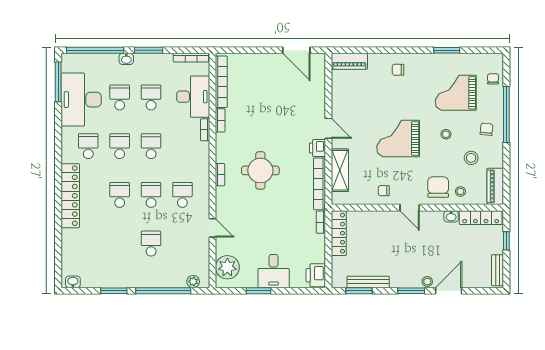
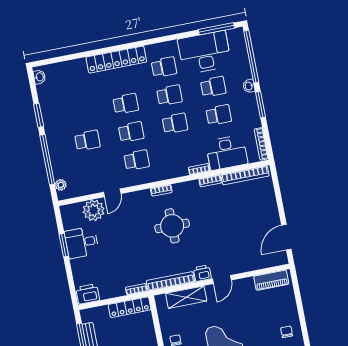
piano: (349, 61) -> (271, 280), moved, turned -90
plant: (227, 267) -> (94, 210), moved
desk: (274, 271) -> (82, 242), moved

